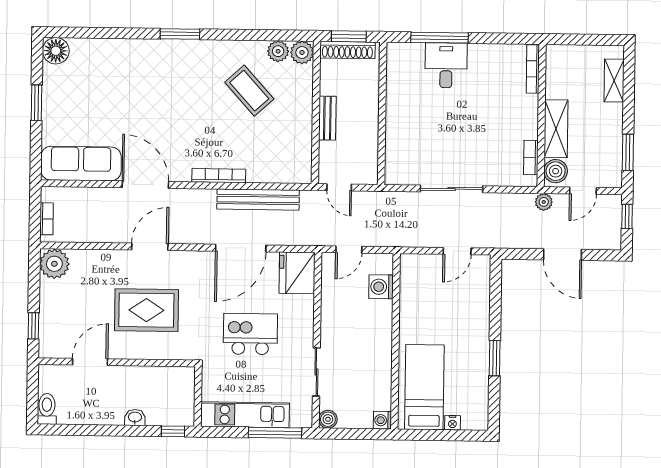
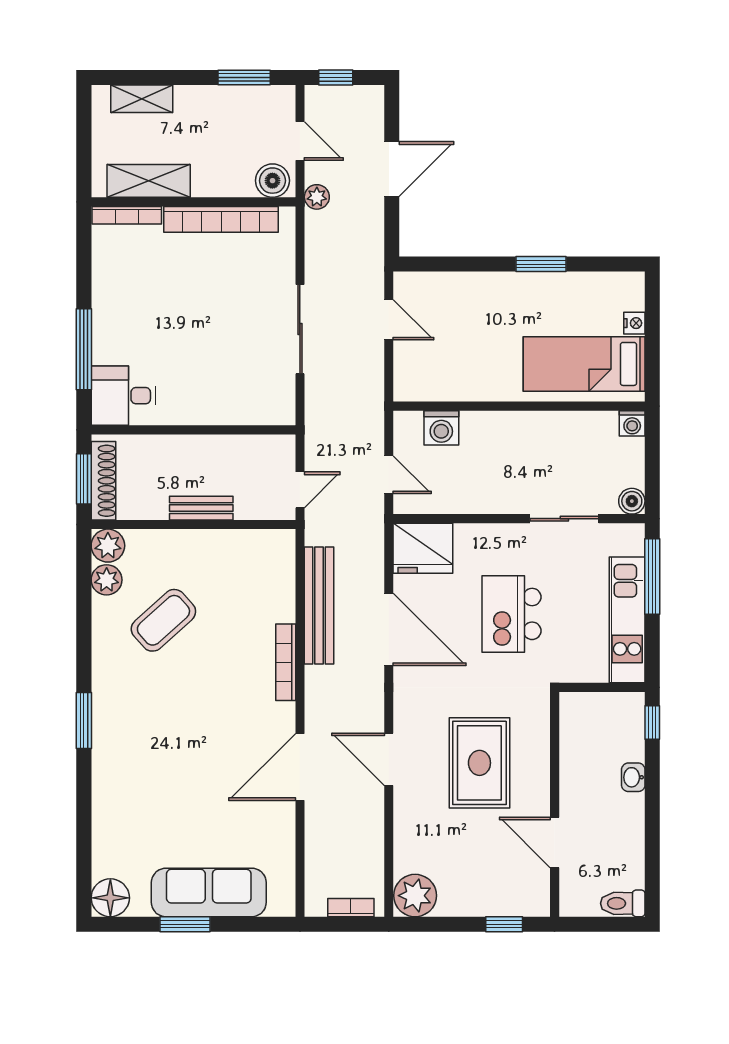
desk: (446, 65) -> (123, 396), moved
shelving: (556, 129) -> (149, 181), moved
bookcase: (531, 158) -> (221, 219), width x2.31, depth x1.31
sofa: (81, 164) -> (209, 892), moved, turned 90

